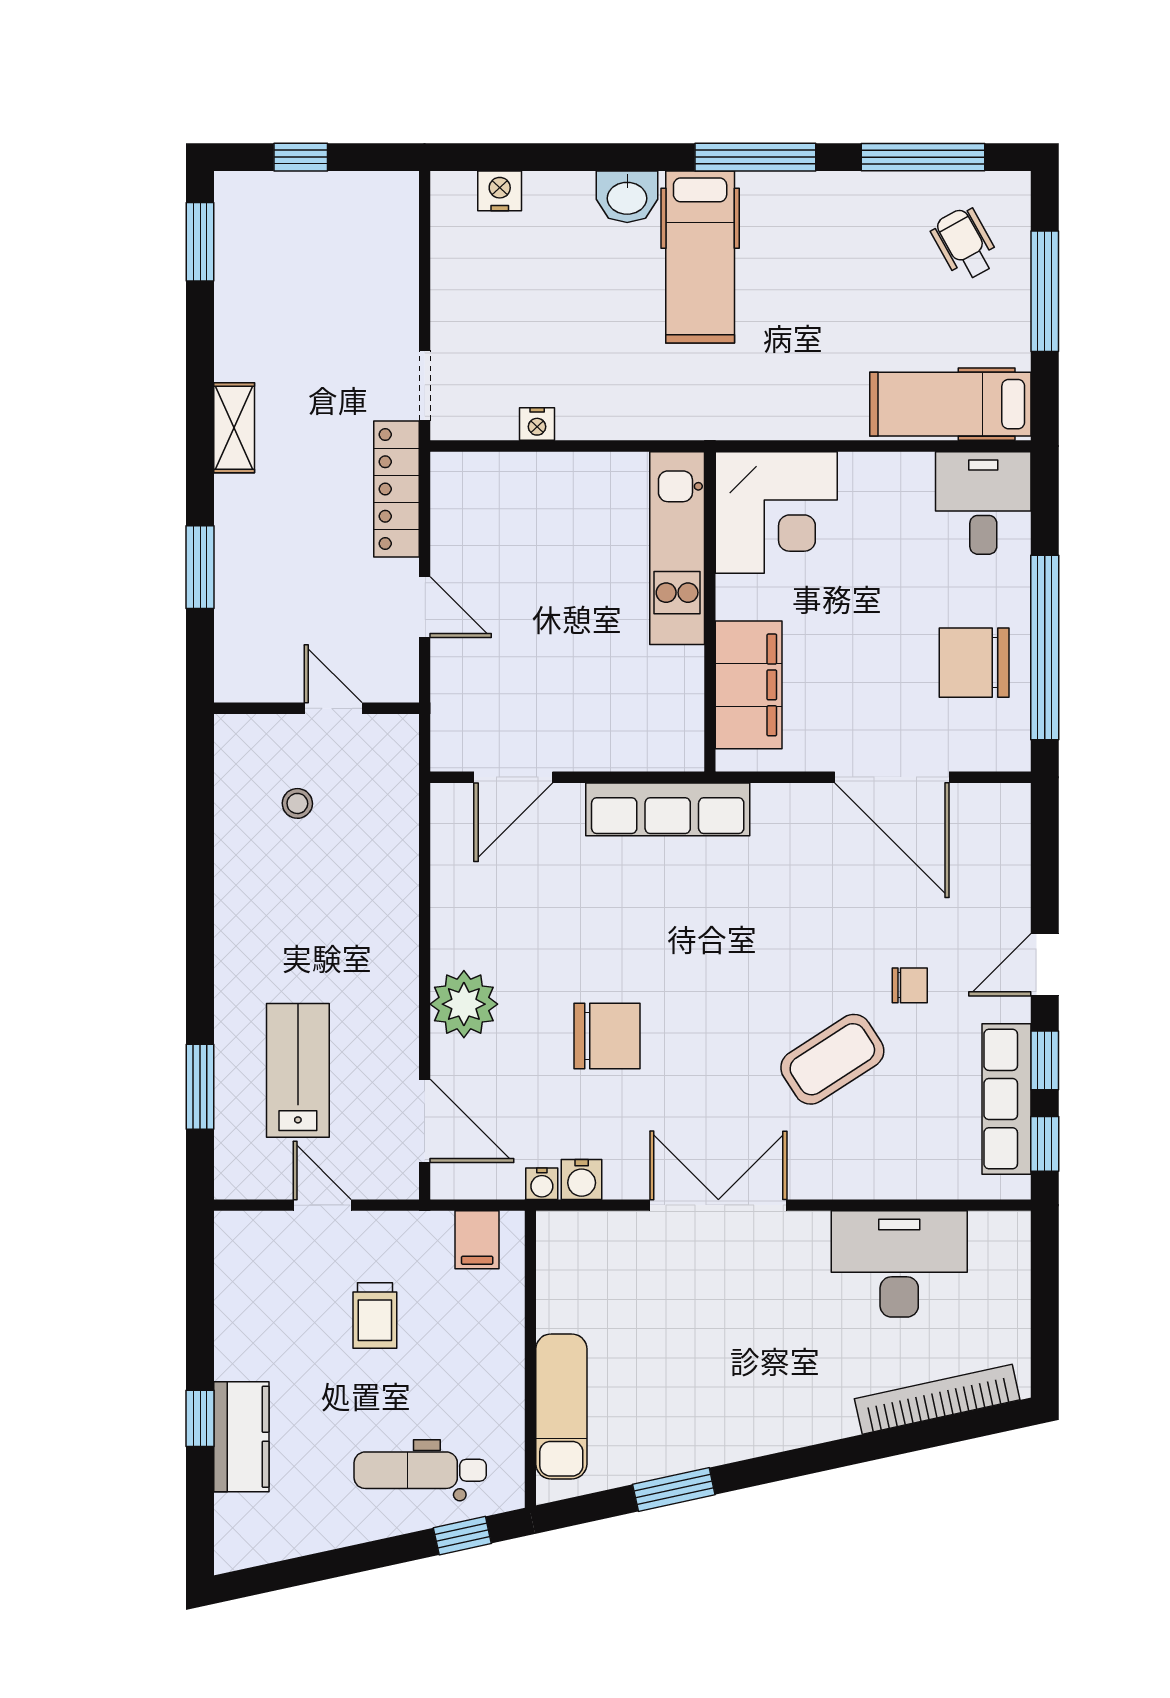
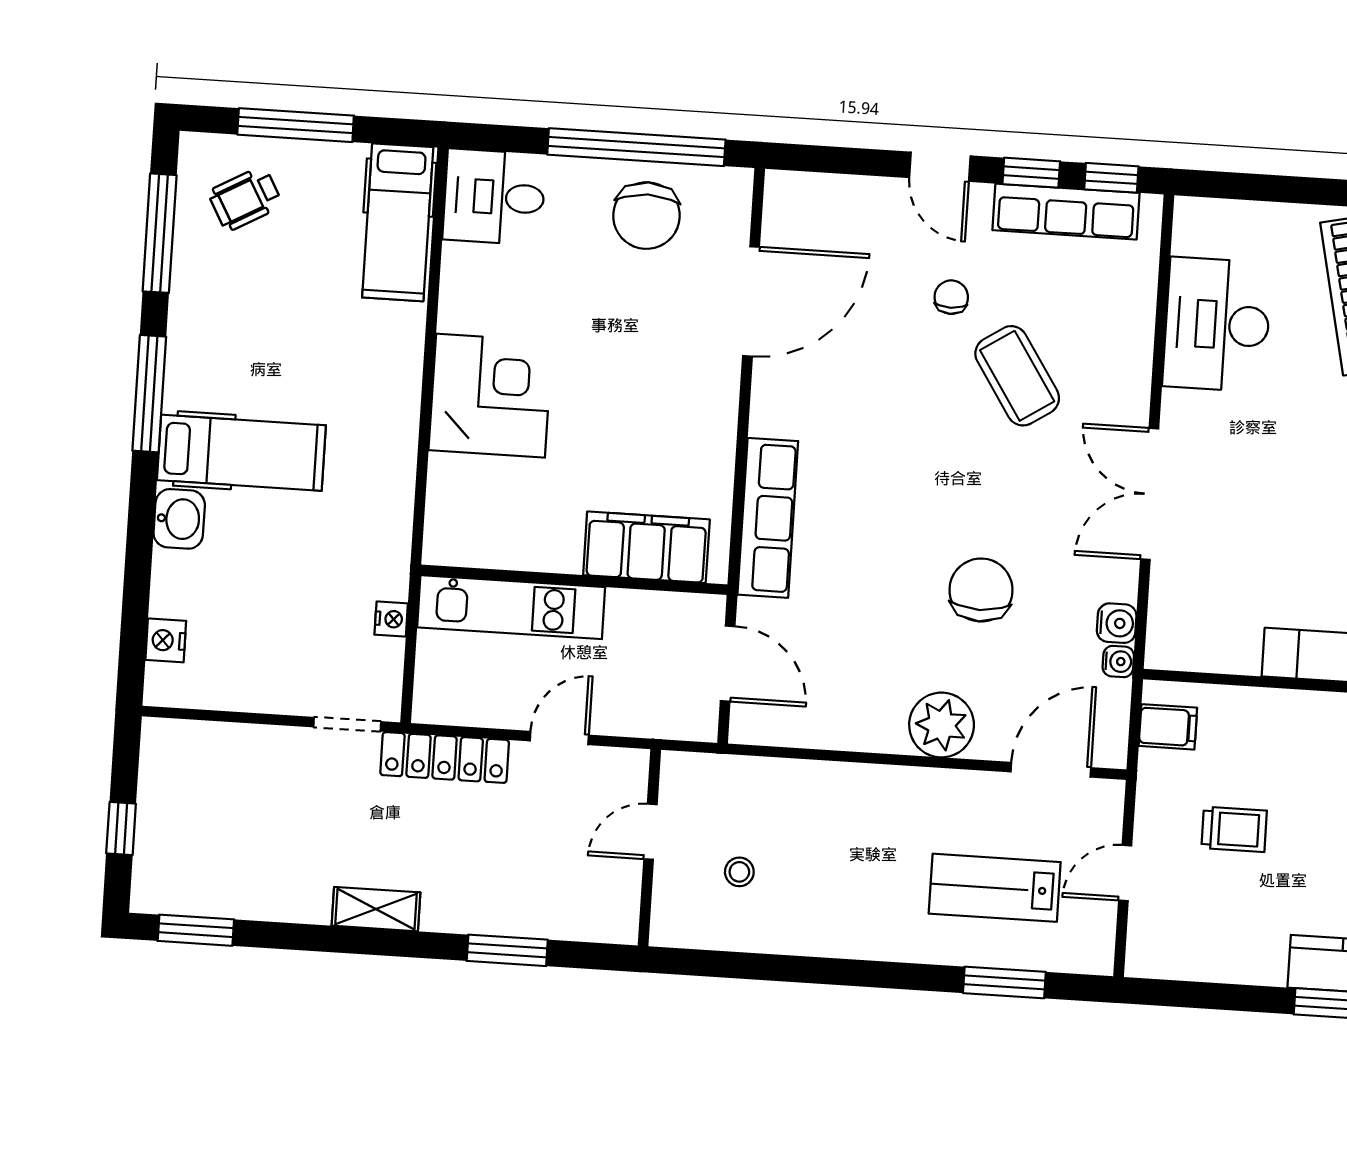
kitchen unit: (677, 548) -> (511, 607), moved
wall: (710, 612) -> (574, 580), moved
filing cabinet: (749, 685) -> (646, 547), moved

